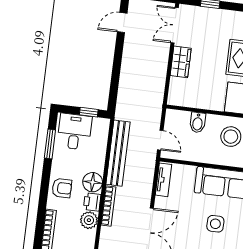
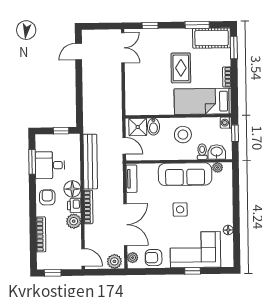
double door: (175, 25) -> (123, 48), swing flipped
wardrobe: (181, 62) -> (132, 78), removed
shower: (179, 120) -> (138, 127), added
desk: (74, 132) -> (50, 165), moved, turned -90
armchair: (62, 188) -> (47, 197), turned -90

